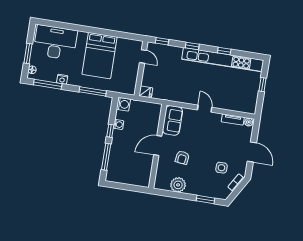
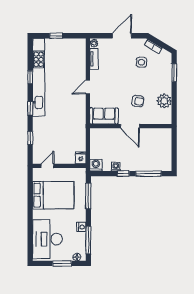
door: (143, 56) -> (48, 166), moved
wall: (141, 68) -> (59, 166), moved
fridge: (146, 92) -> (81, 158), moved

